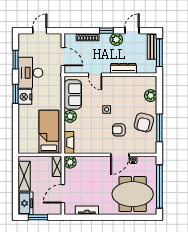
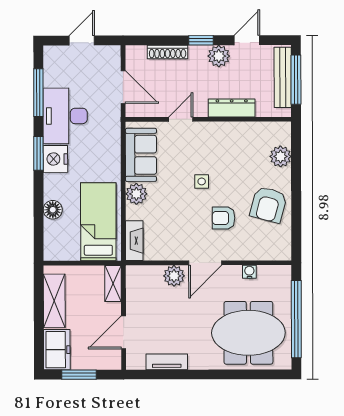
bench: (152, 47) -> (283, 77), width x1.36
window: (15, 60) -> (38, 93), width x1.44
door: (95, 75) -> (181, 119), swing flipped
floor lamp: (23, 125) -> (53, 210), added
window: (159, 128) -> (296, 214), removed
door: (120, 155) -> (205, 263), moved
plant: (70, 162) -> (174, 276), moved

